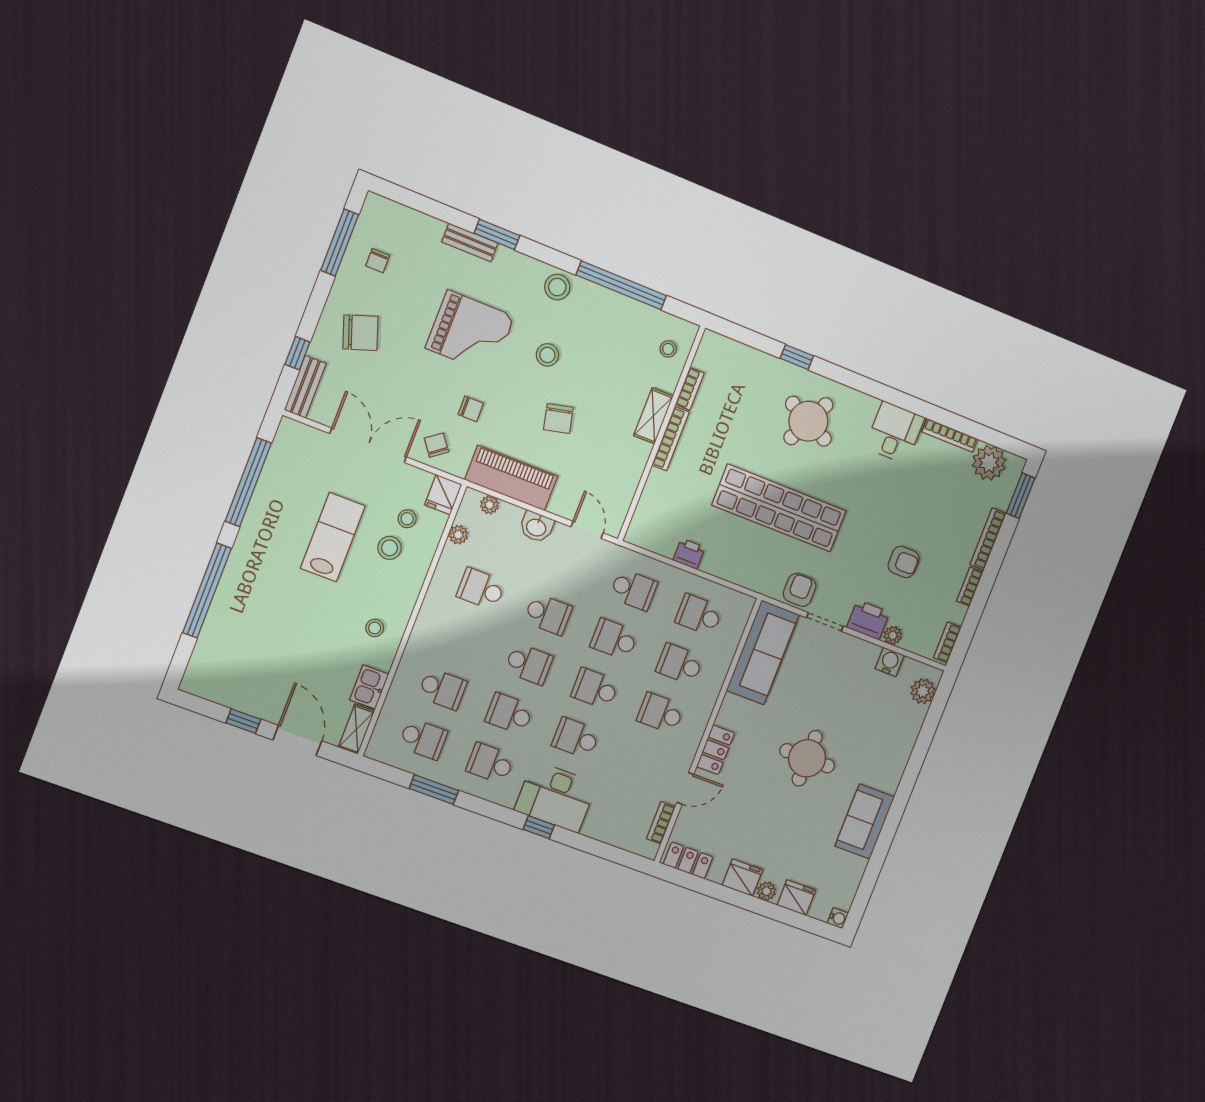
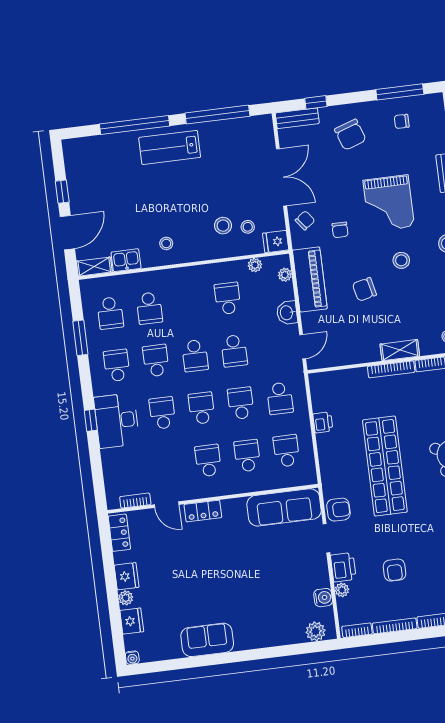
lab bench: (333, 537) -> (170, 147), moved, turned 180
bookcase: (970, 587) -> (395, 626), width x1.56
round table: (807, 758) -> (229, 577), removed

